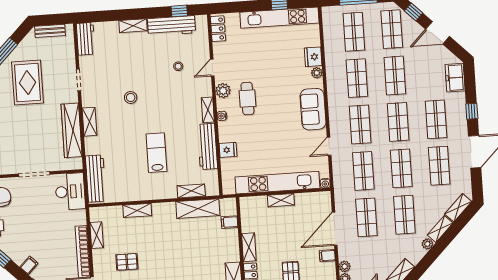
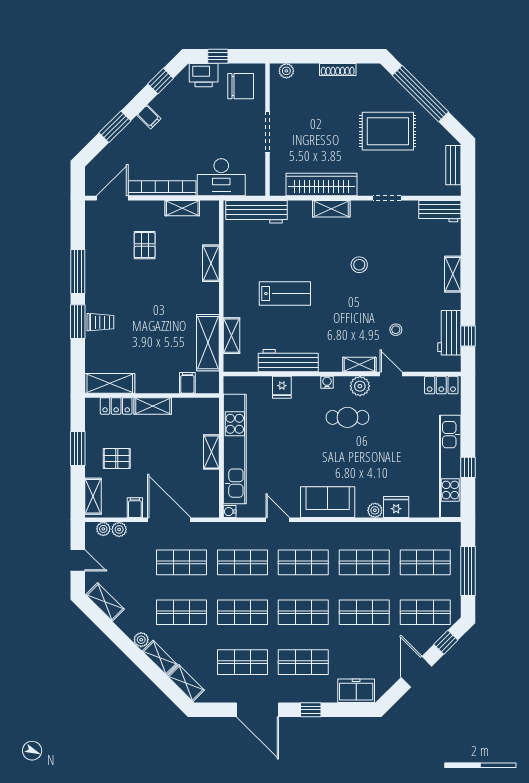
workbench: (171, 26) -> (449, 333), width x0.73
shelving: (208, 110) -> (359, 364), moved
desk: (70, 192) -> (221, 177), moved

